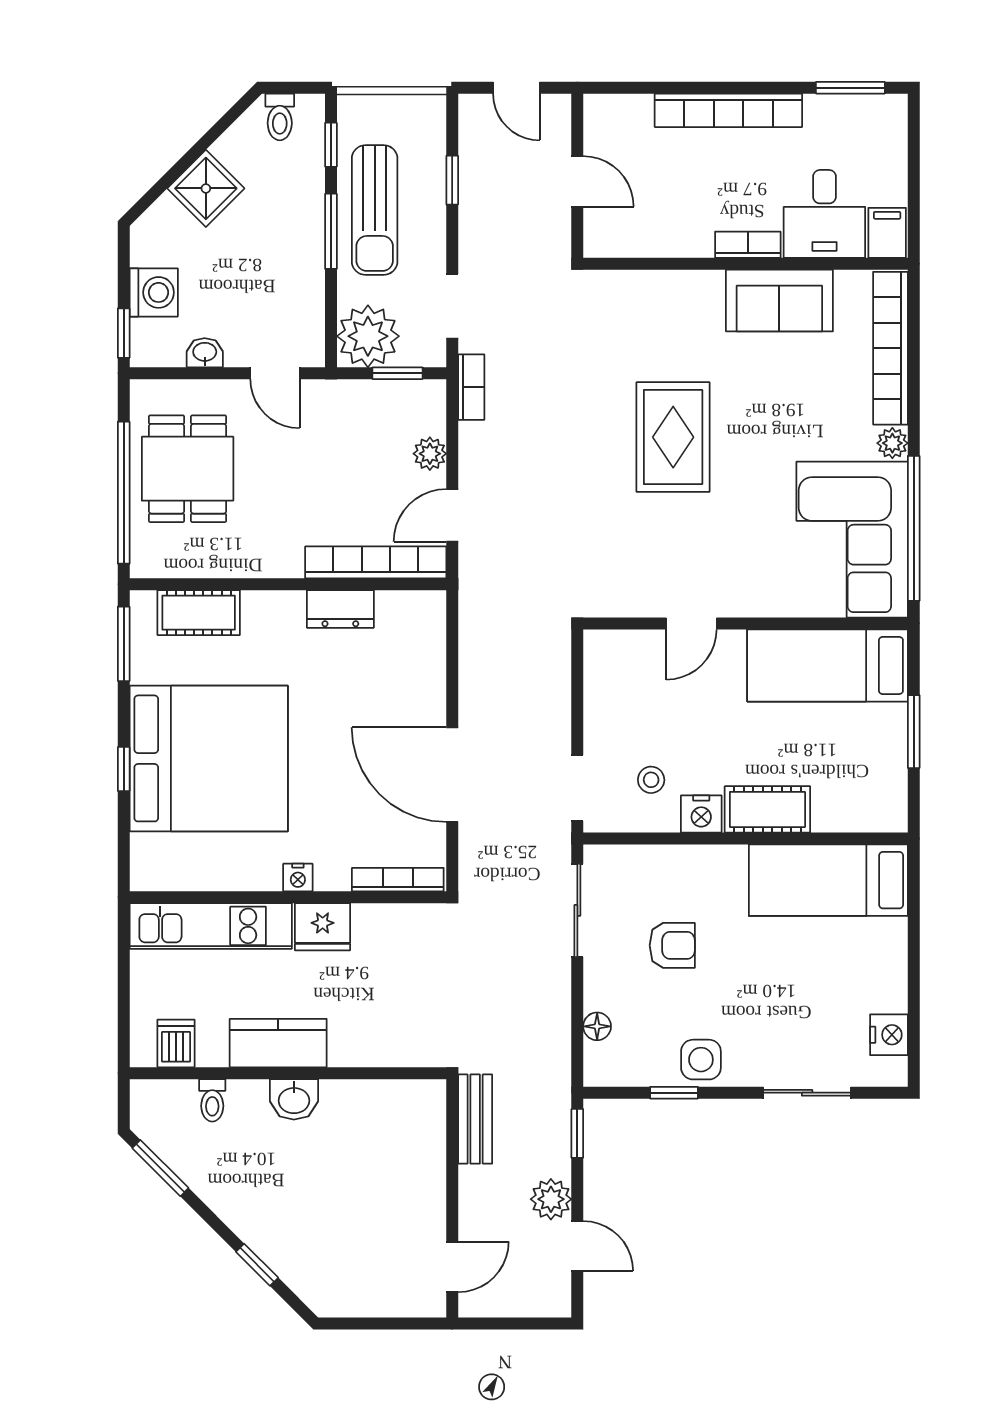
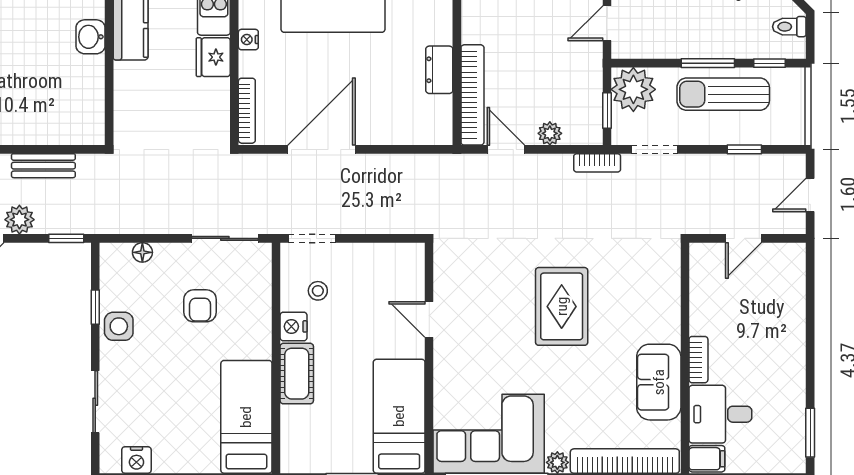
bookcase: (728, 110) -> (794, 346), removed
rug: (673, 437) -> (562, 306), turned 90
bench: (475, 1119) -> (43, 166), moved

